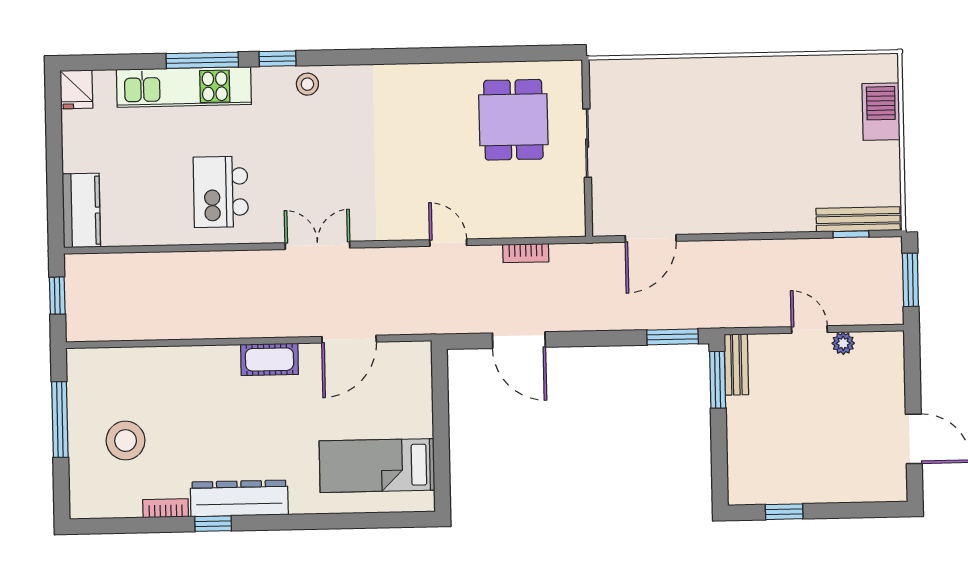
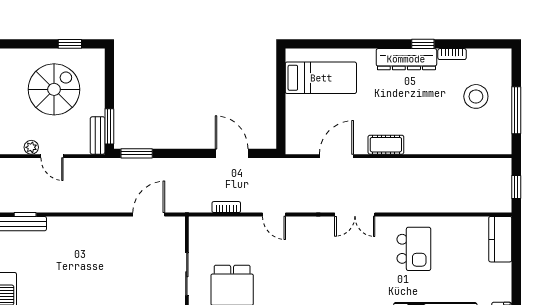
spiral stairs: (808, 438) -> (54, 89), added

